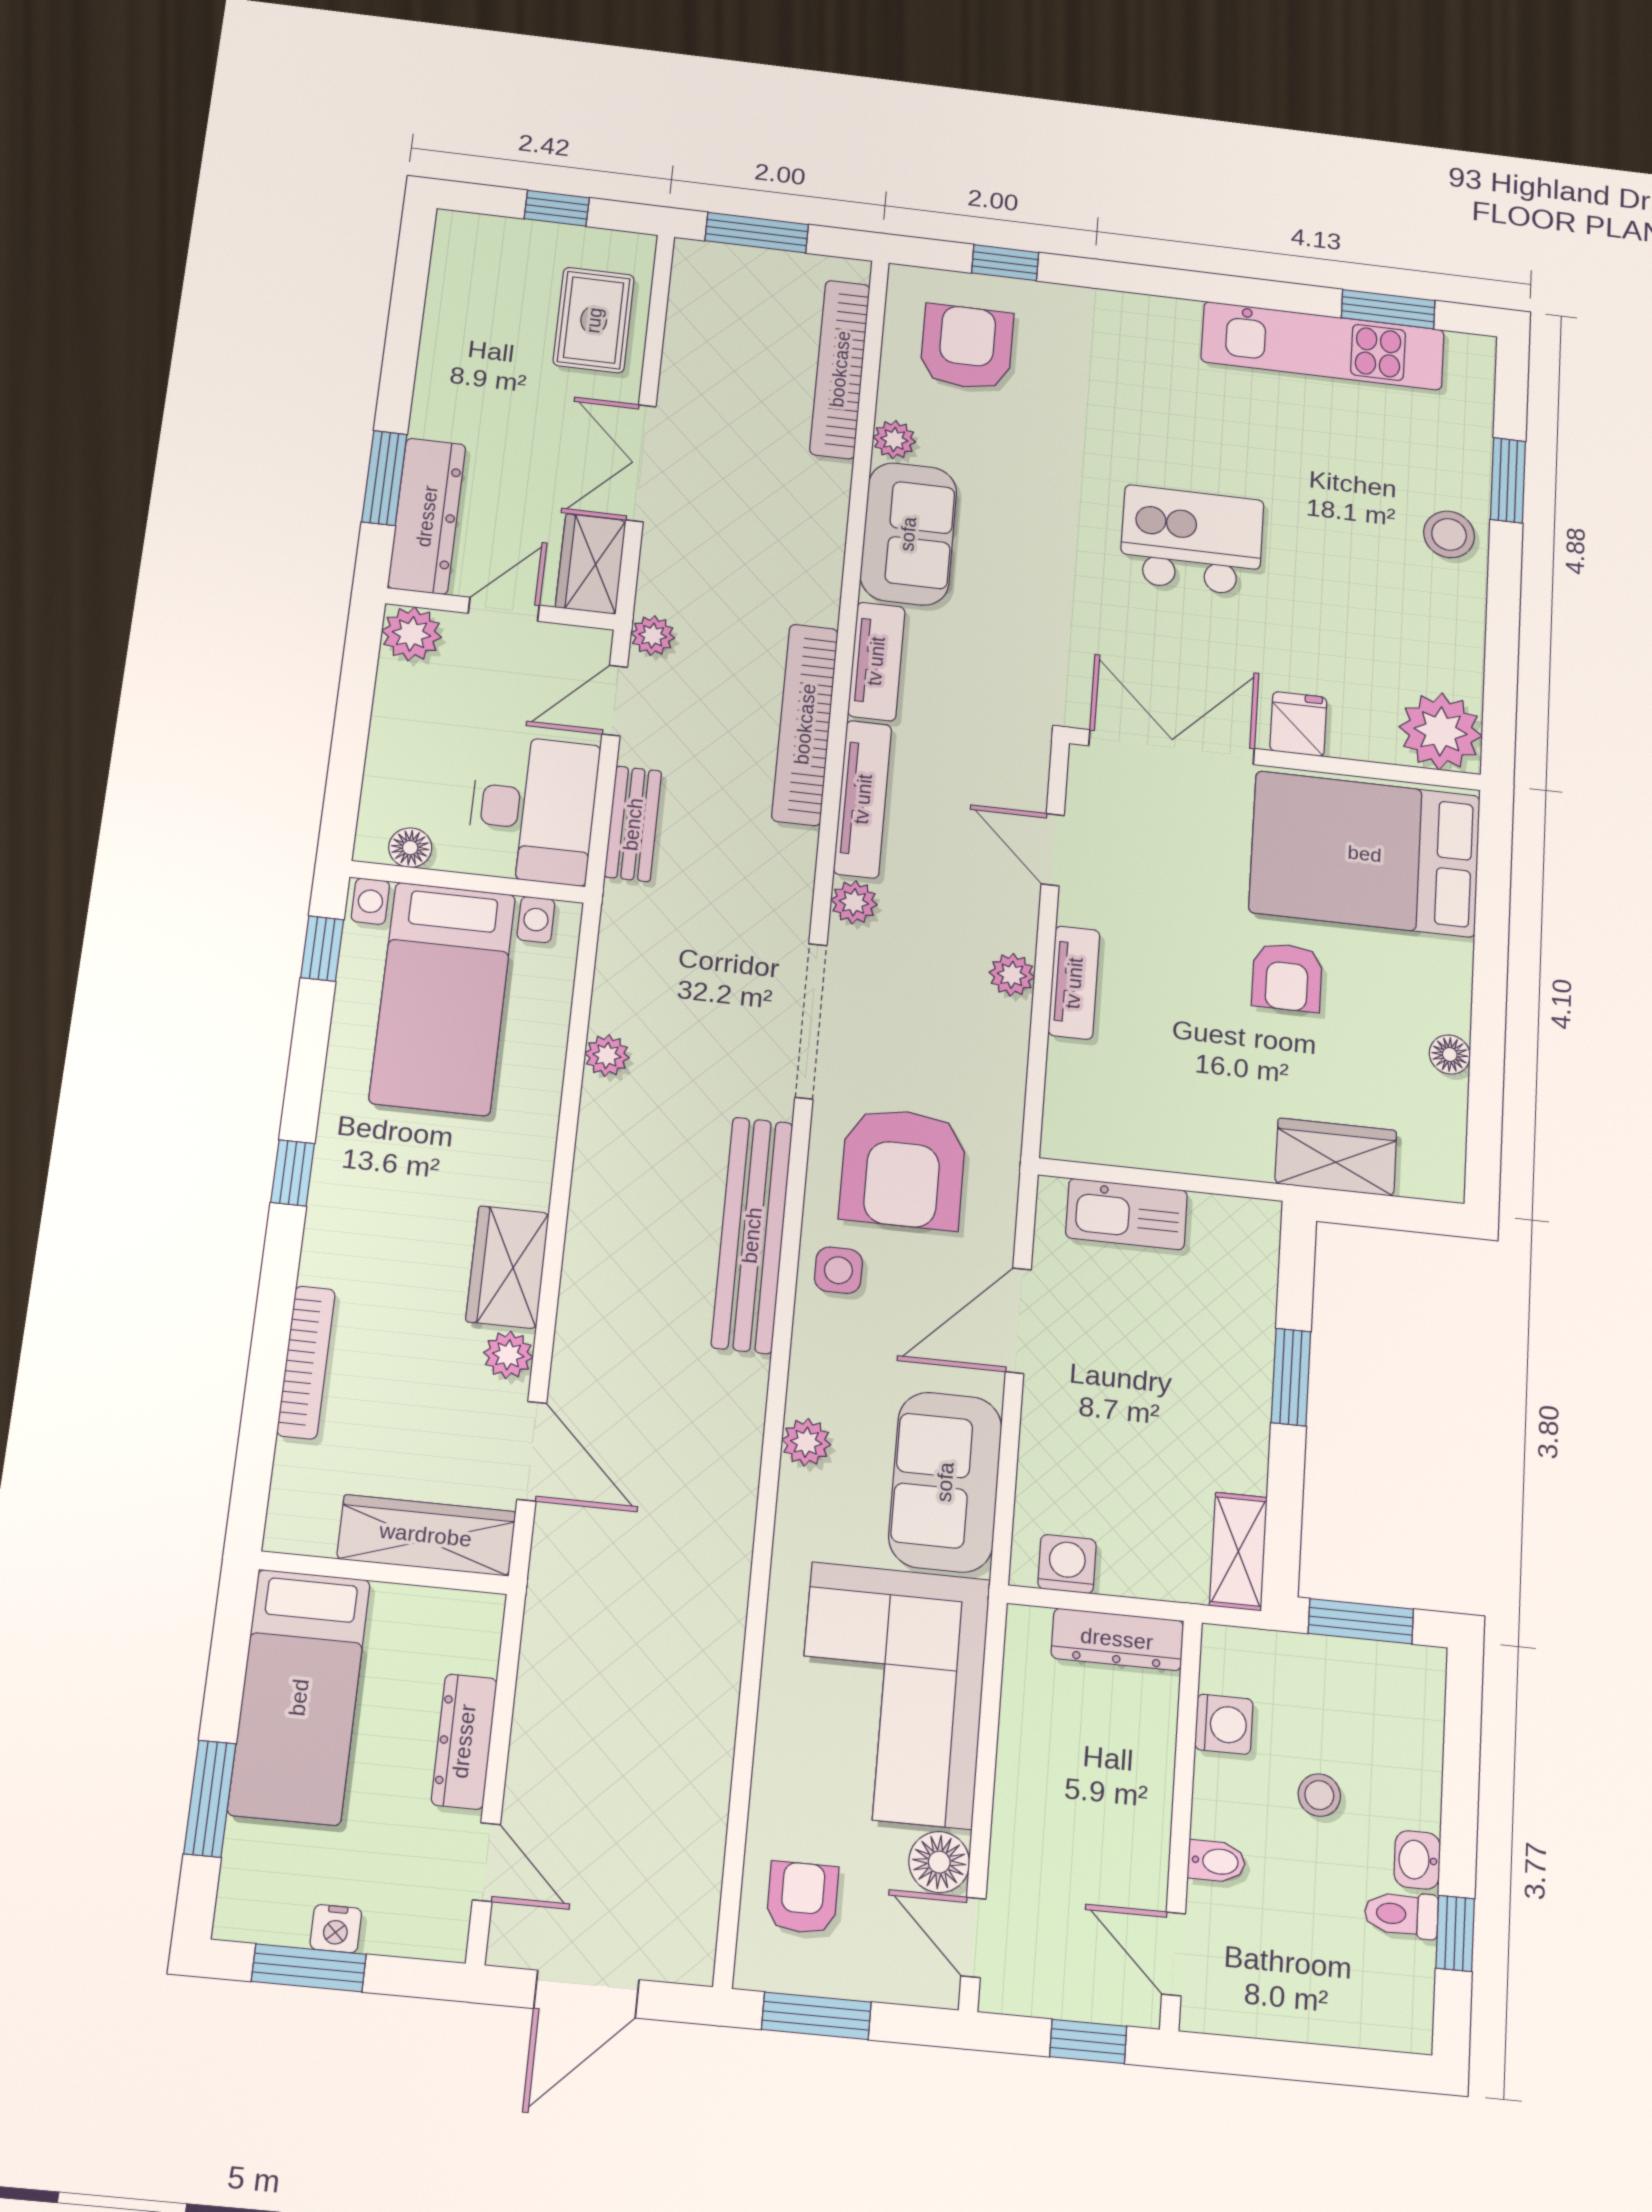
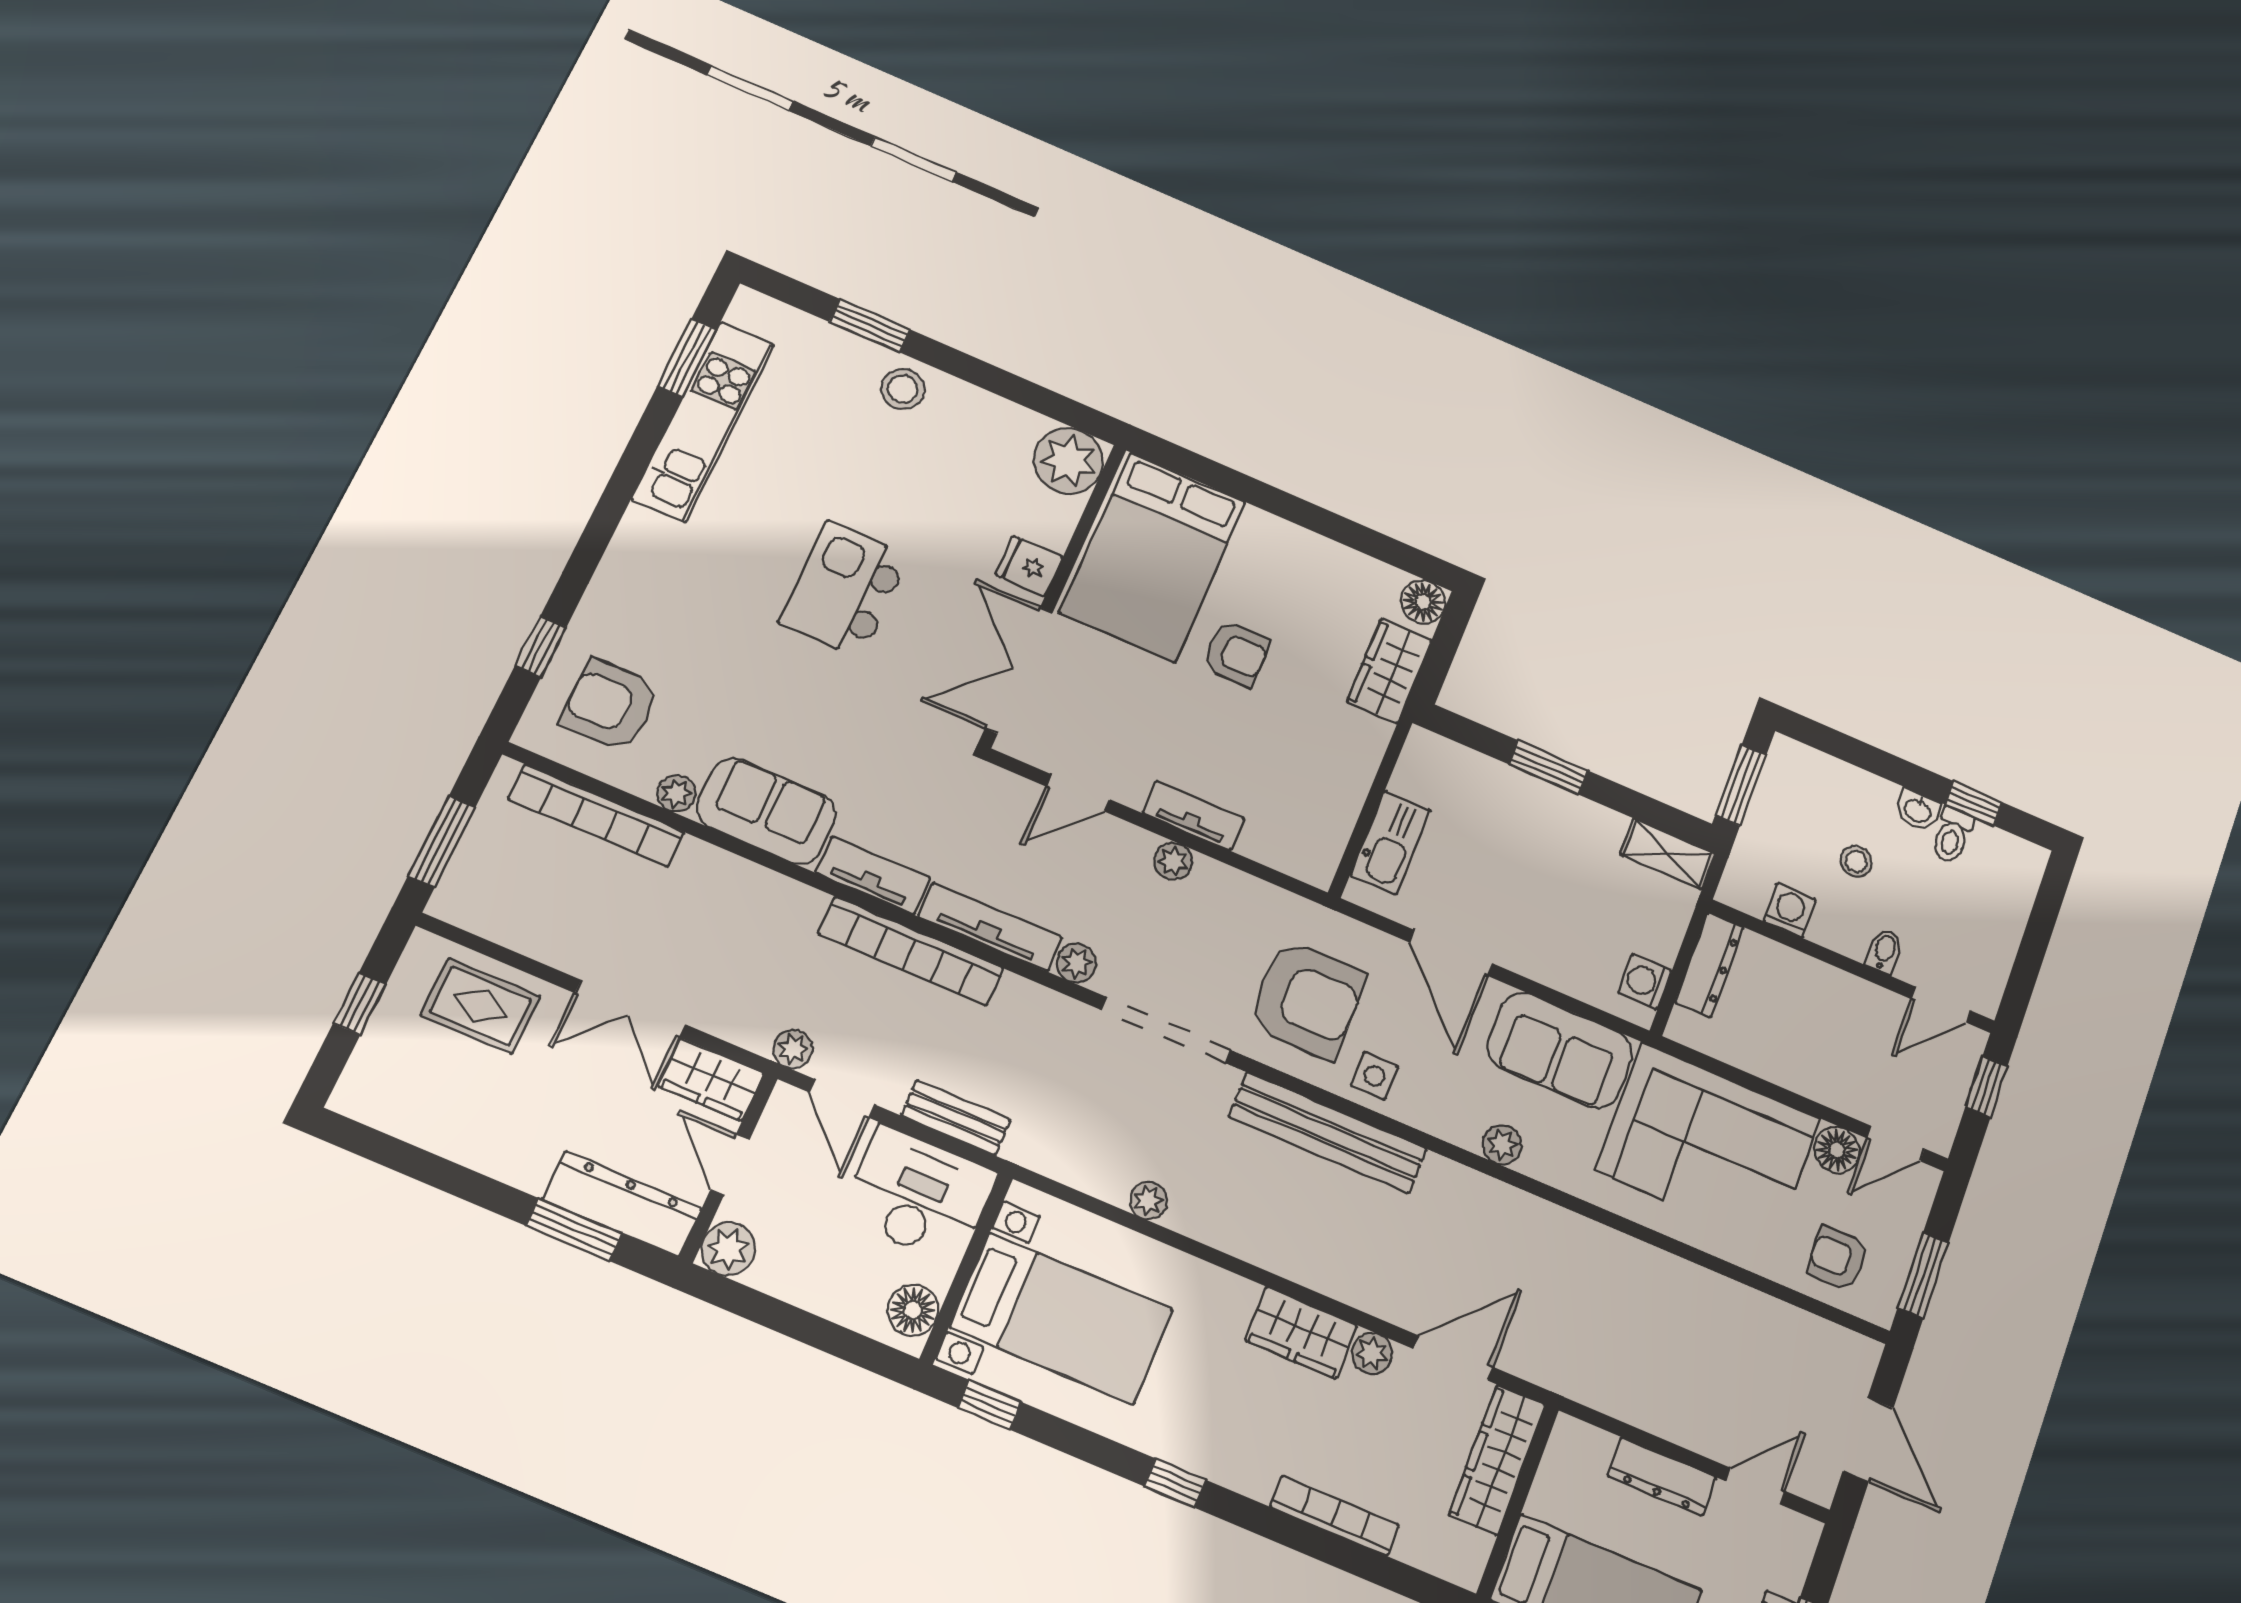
floor lamp: (410, 848) -> (913, 1310), width x1.37, depth x1.37
floor lamp: (1450, 1054) -> (1423, 602), moved, width x1.37, depth x1.37

